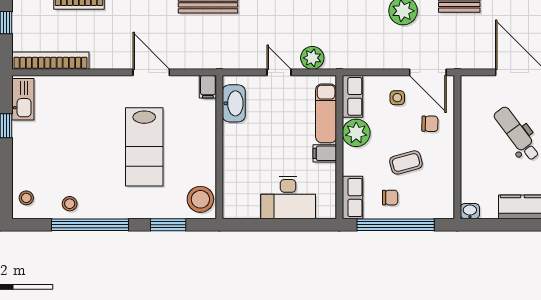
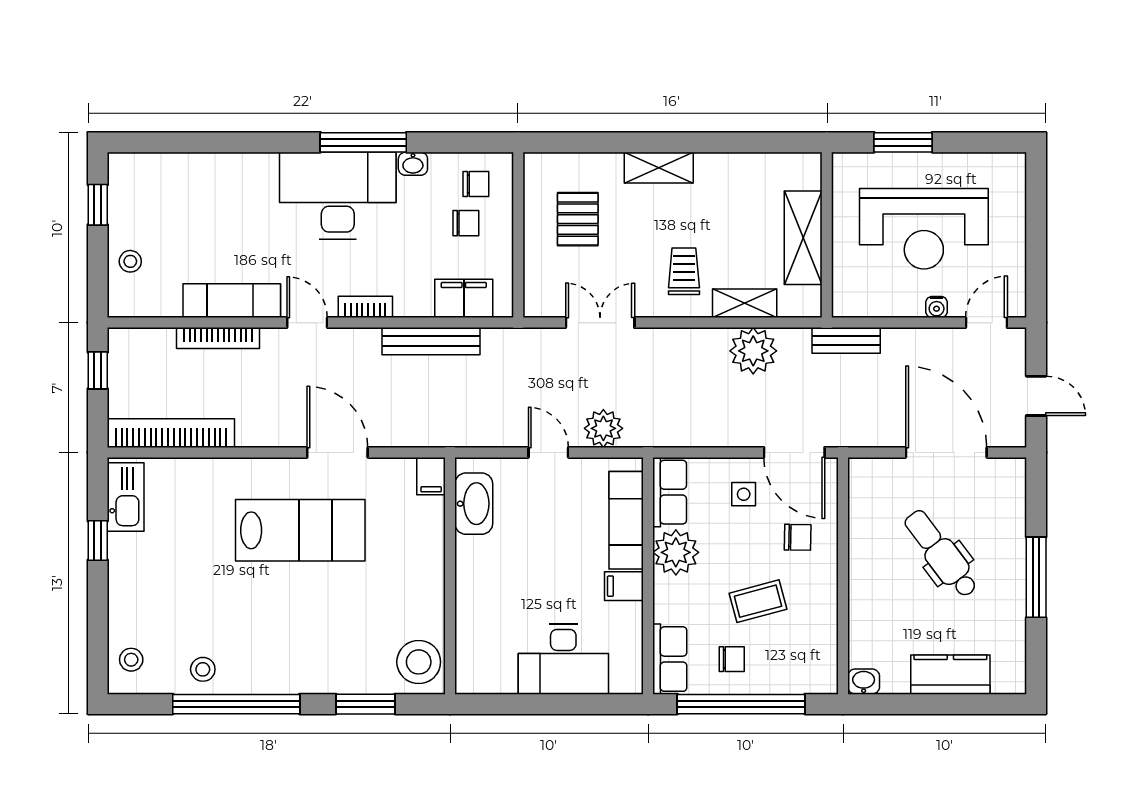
lab bench: (144, 147) -> (300, 530), moved, turned -90

